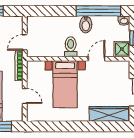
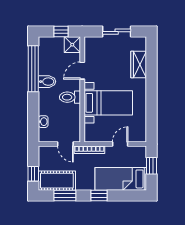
washbasin: (124, 21) -> (43, 122), moved
door: (97, 59) -> (82, 71), hinge flipped
wardrobe: (109, 114) -> (139, 65), width x0.67

